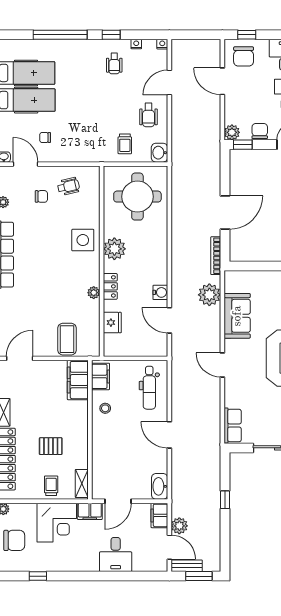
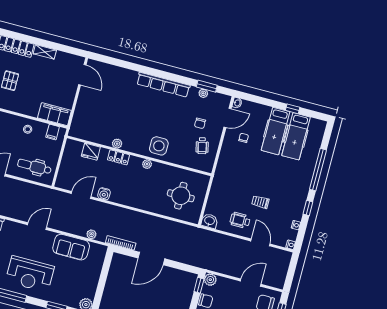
wheelchair: (114, 64) -> (286, 205), removed
trolley: (125, 144) -> (260, 202), moved
round table: (137, 197) -> (181, 196), width x0.73, depth x0.73
door: (225, 212) -> (151, 258), hinge flipped
plant: (114, 249) -> (147, 164), width x0.53, depth x0.53
plant: (209, 295) -> (91, 234), width x0.53, depth x0.53
coffee table: (67, 339) -> (87, 114), removed
filing cabinet: (100, 376) -> (53, 132), width x0.50

